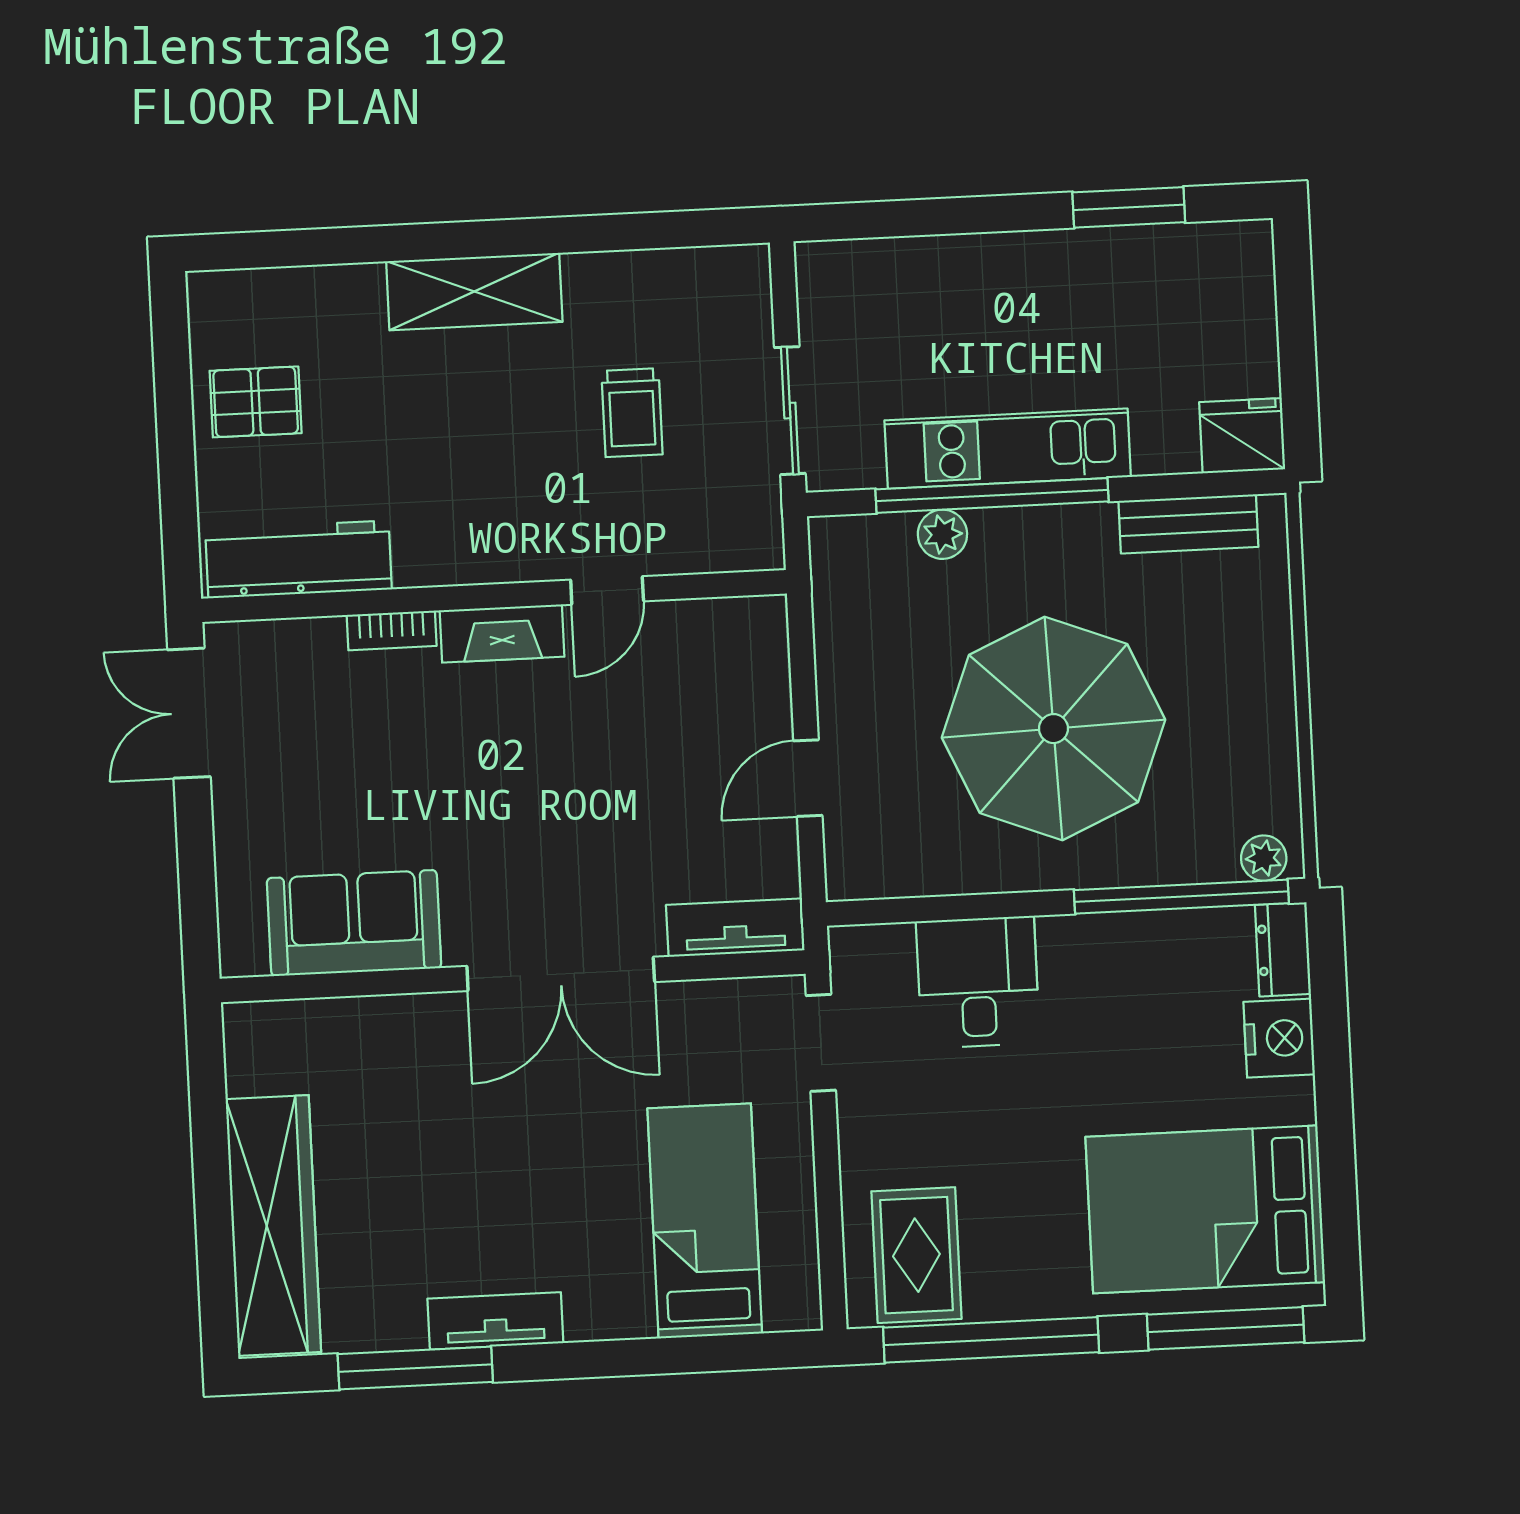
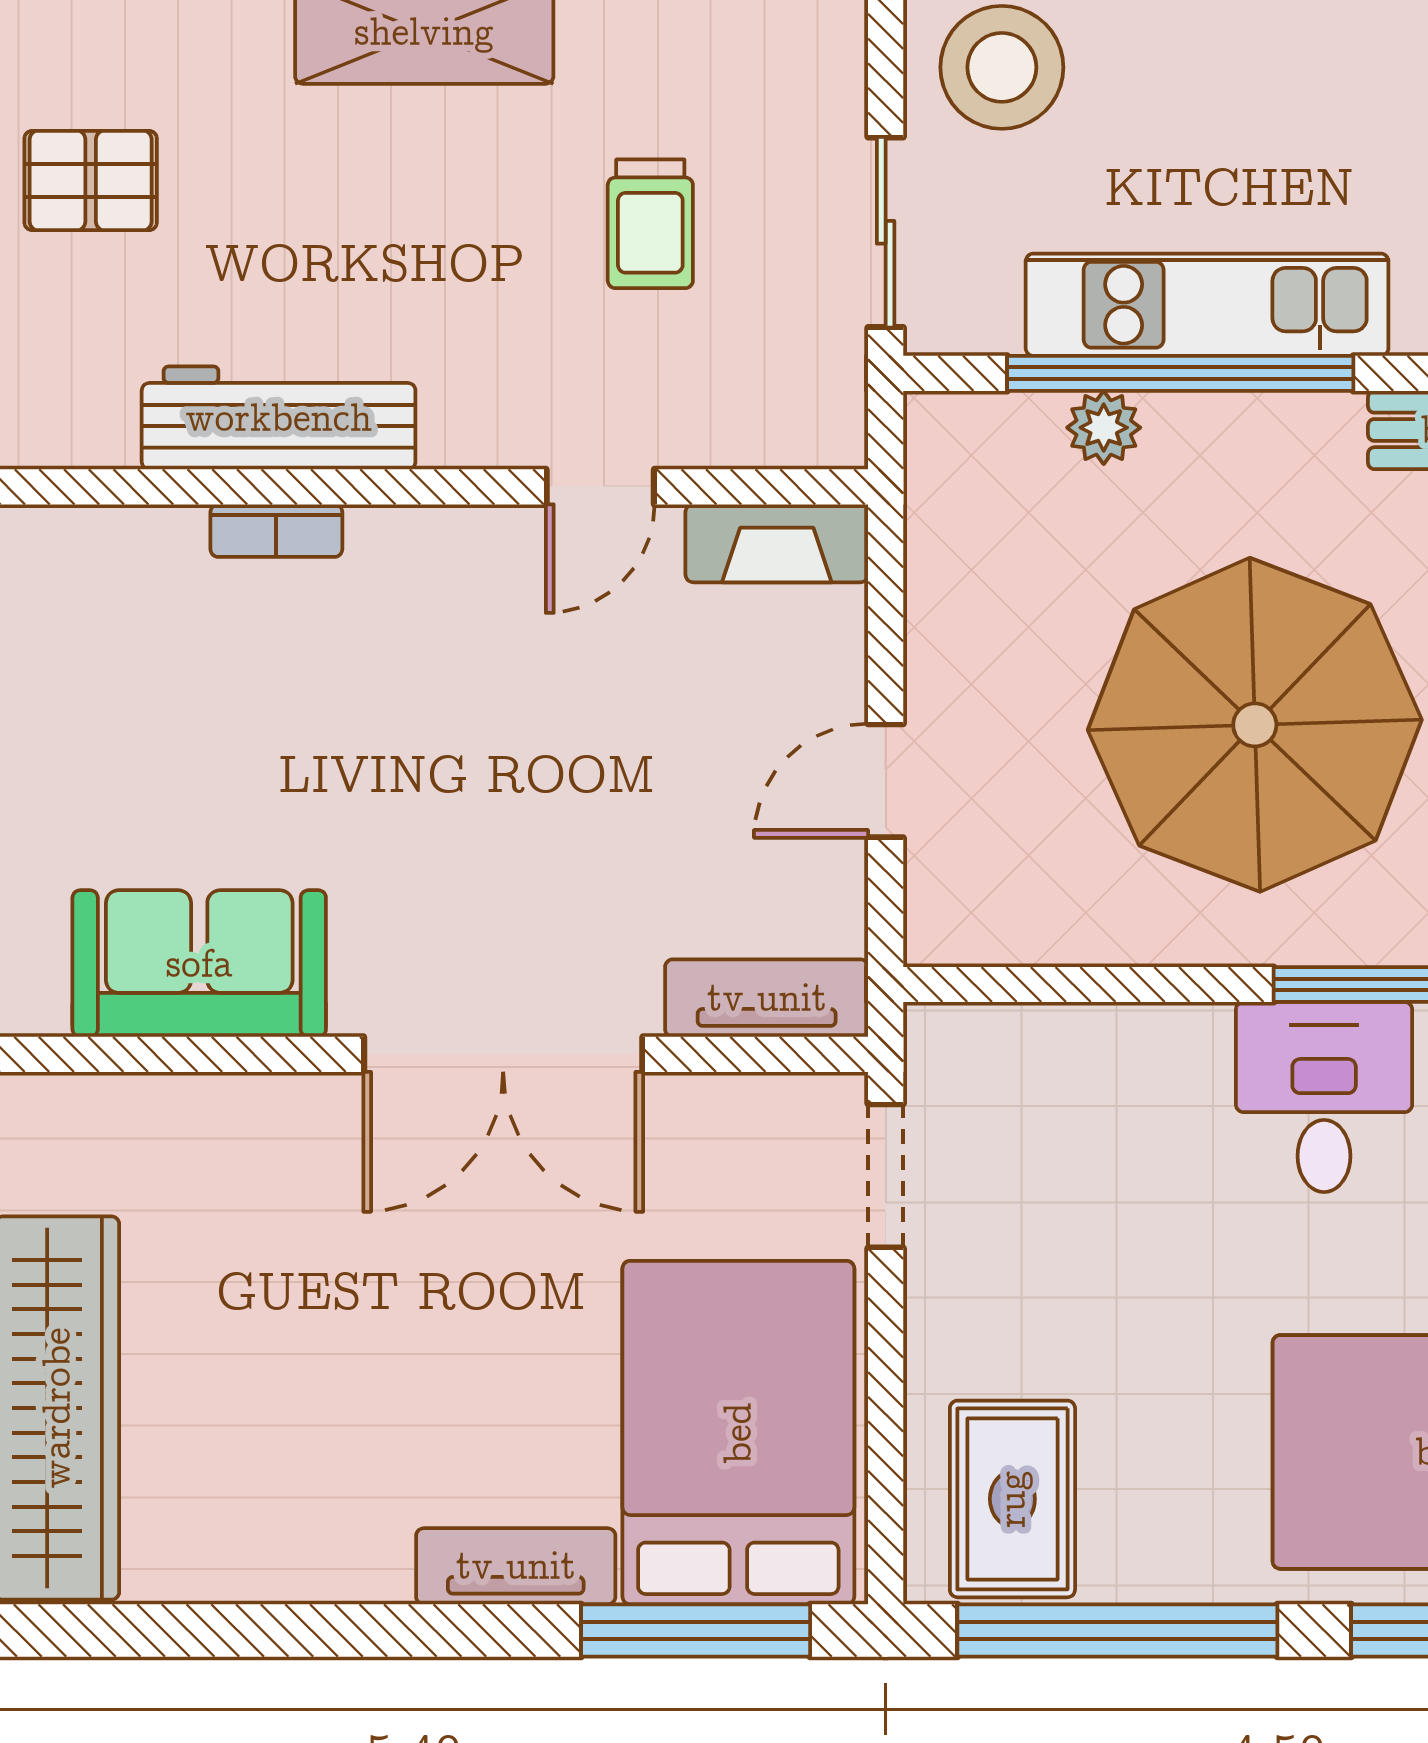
stool: (862, 296) -> (1002, 67), added
workbench: (298, 559) -> (279, 418), moved
fireplace: (502, 634) -> (777, 543), moved
desk: (978, 982) -> (1324, 1097), moved
bed: (705, 1221) -> (738, 1433), width x1.50
tv unit: (495, 1321) -> (516, 1566), moved
window: (415, 1368) -> (696, 1631), moved

